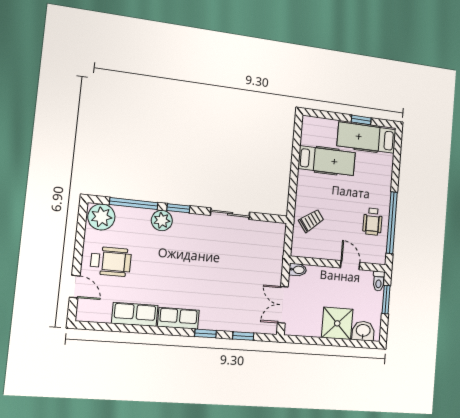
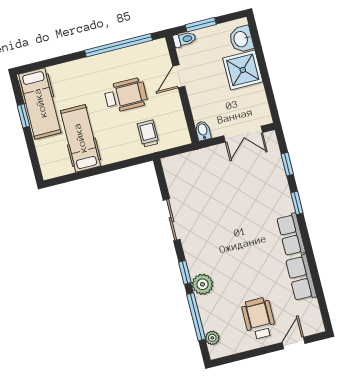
plant: (101, 217) -> (212, 338), width x0.53, depth x0.53
trolley: (311, 221) -> (148, 134), turned 37
wheelchair: (373, 222) -> (126, 95), moved, width x1.36, depth x1.37

